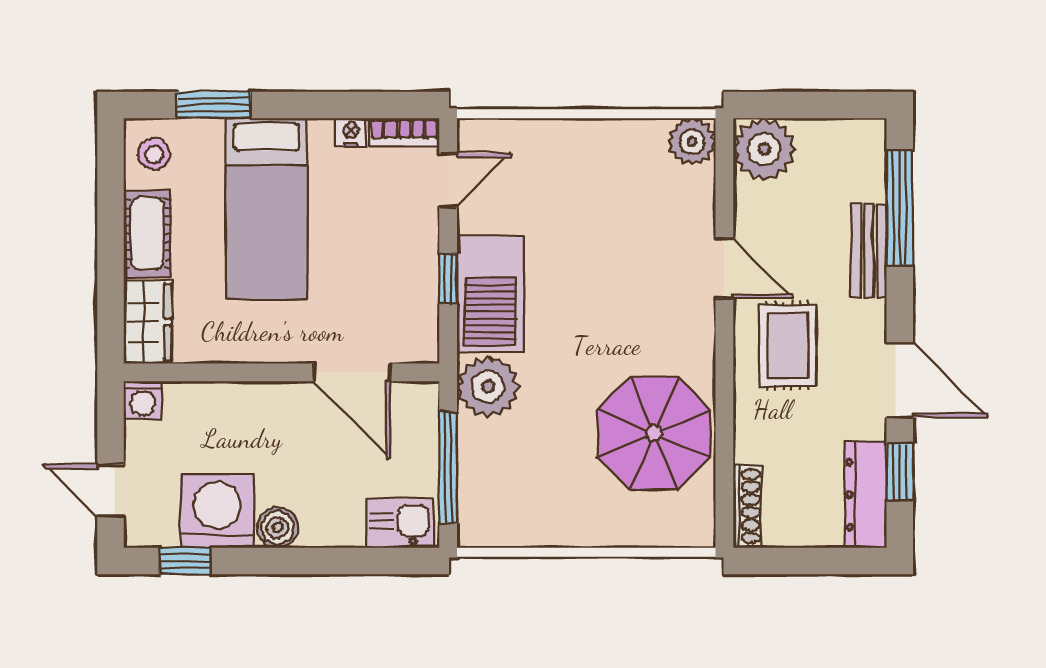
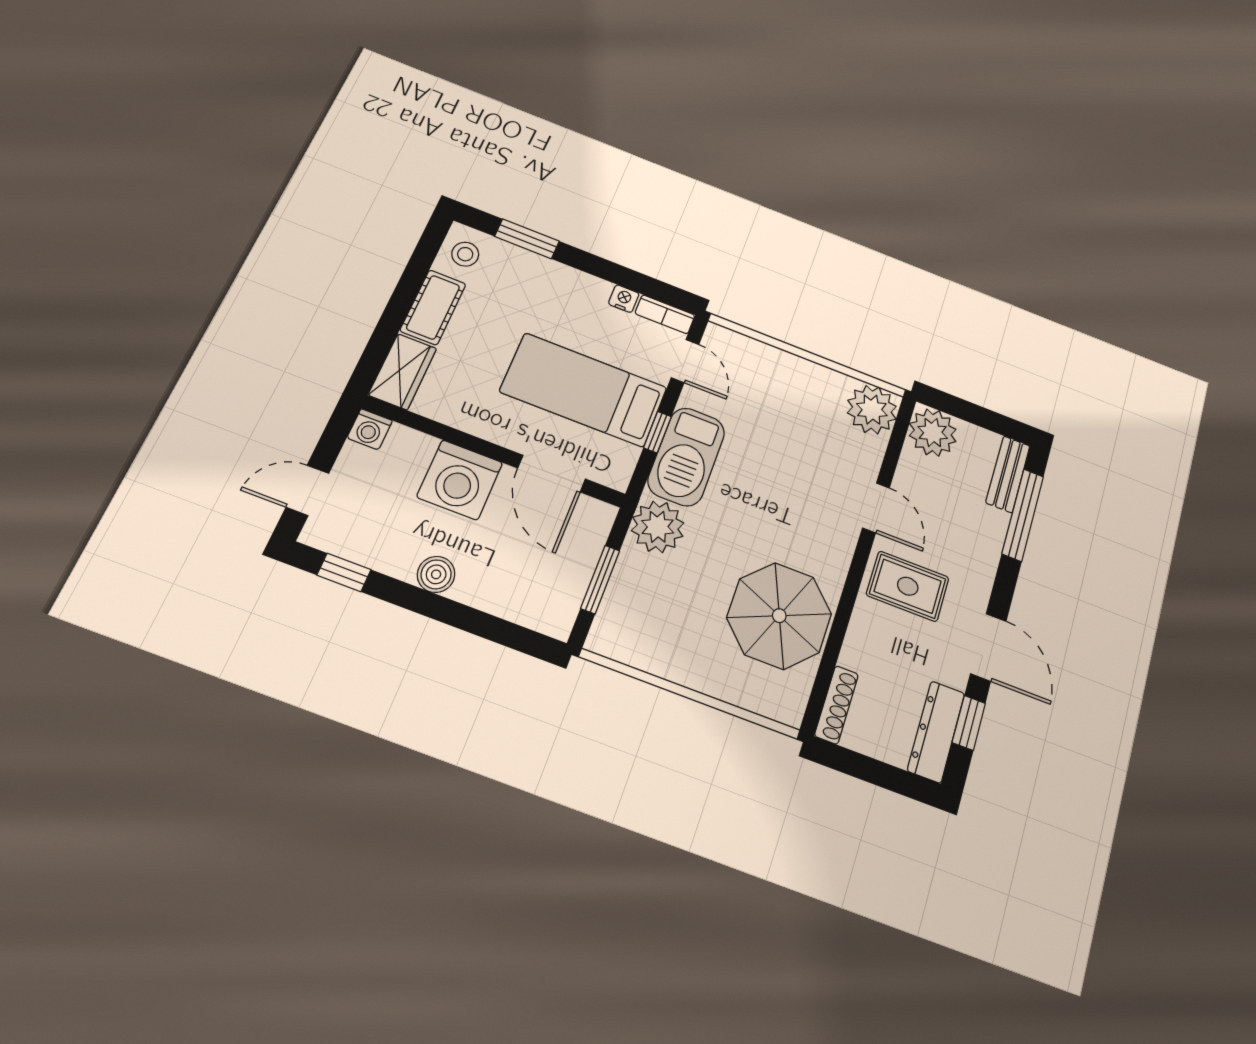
plant: (692, 142) -> (872, 410), width x1.36, depth x1.36
door: (448, 180) -> (685, 361), hinge flipped
bed: (267, 209) -> (584, 390), moved, turned 90
bench: (869, 251) -> (1008, 474), moved
rug: (788, 346) -> (908, 586), turned 90
window: (448, 468) -> (600, 579), width x0.69
door: (110, 491) -> (307, 490), hinge flipped
washing machine: (217, 511) -> (460, 480), moved, turned 180
kitchen sink: (400, 523) -> (542, 610), removed

